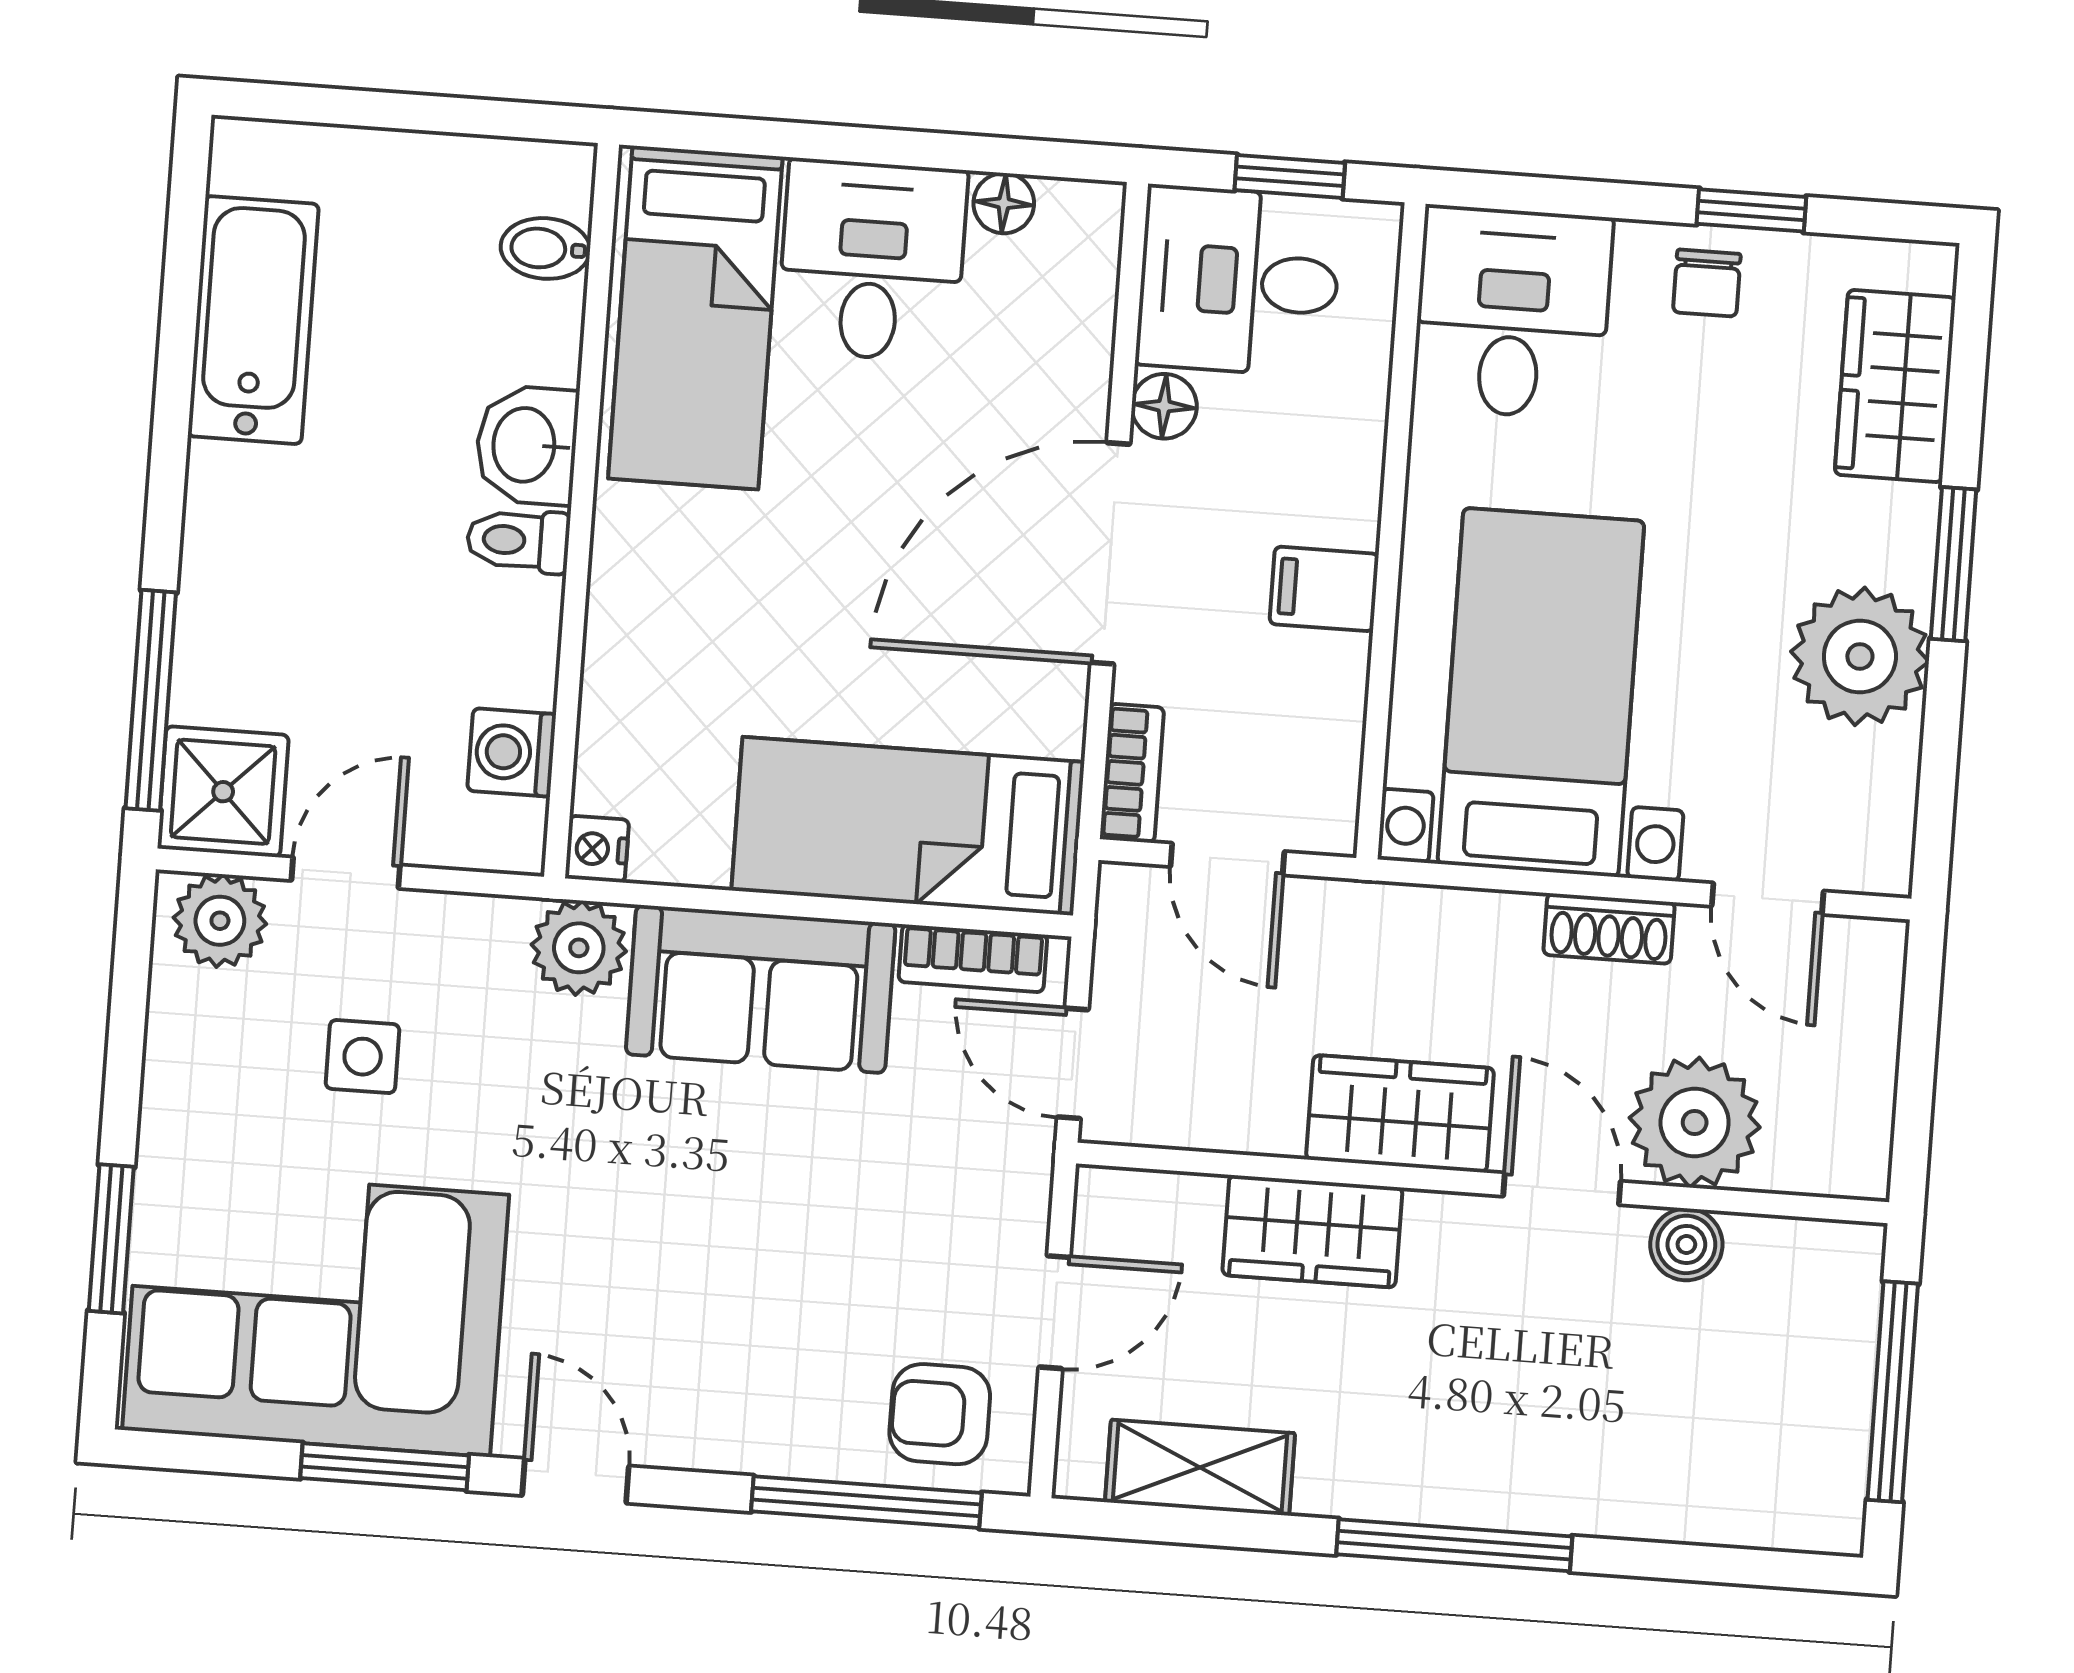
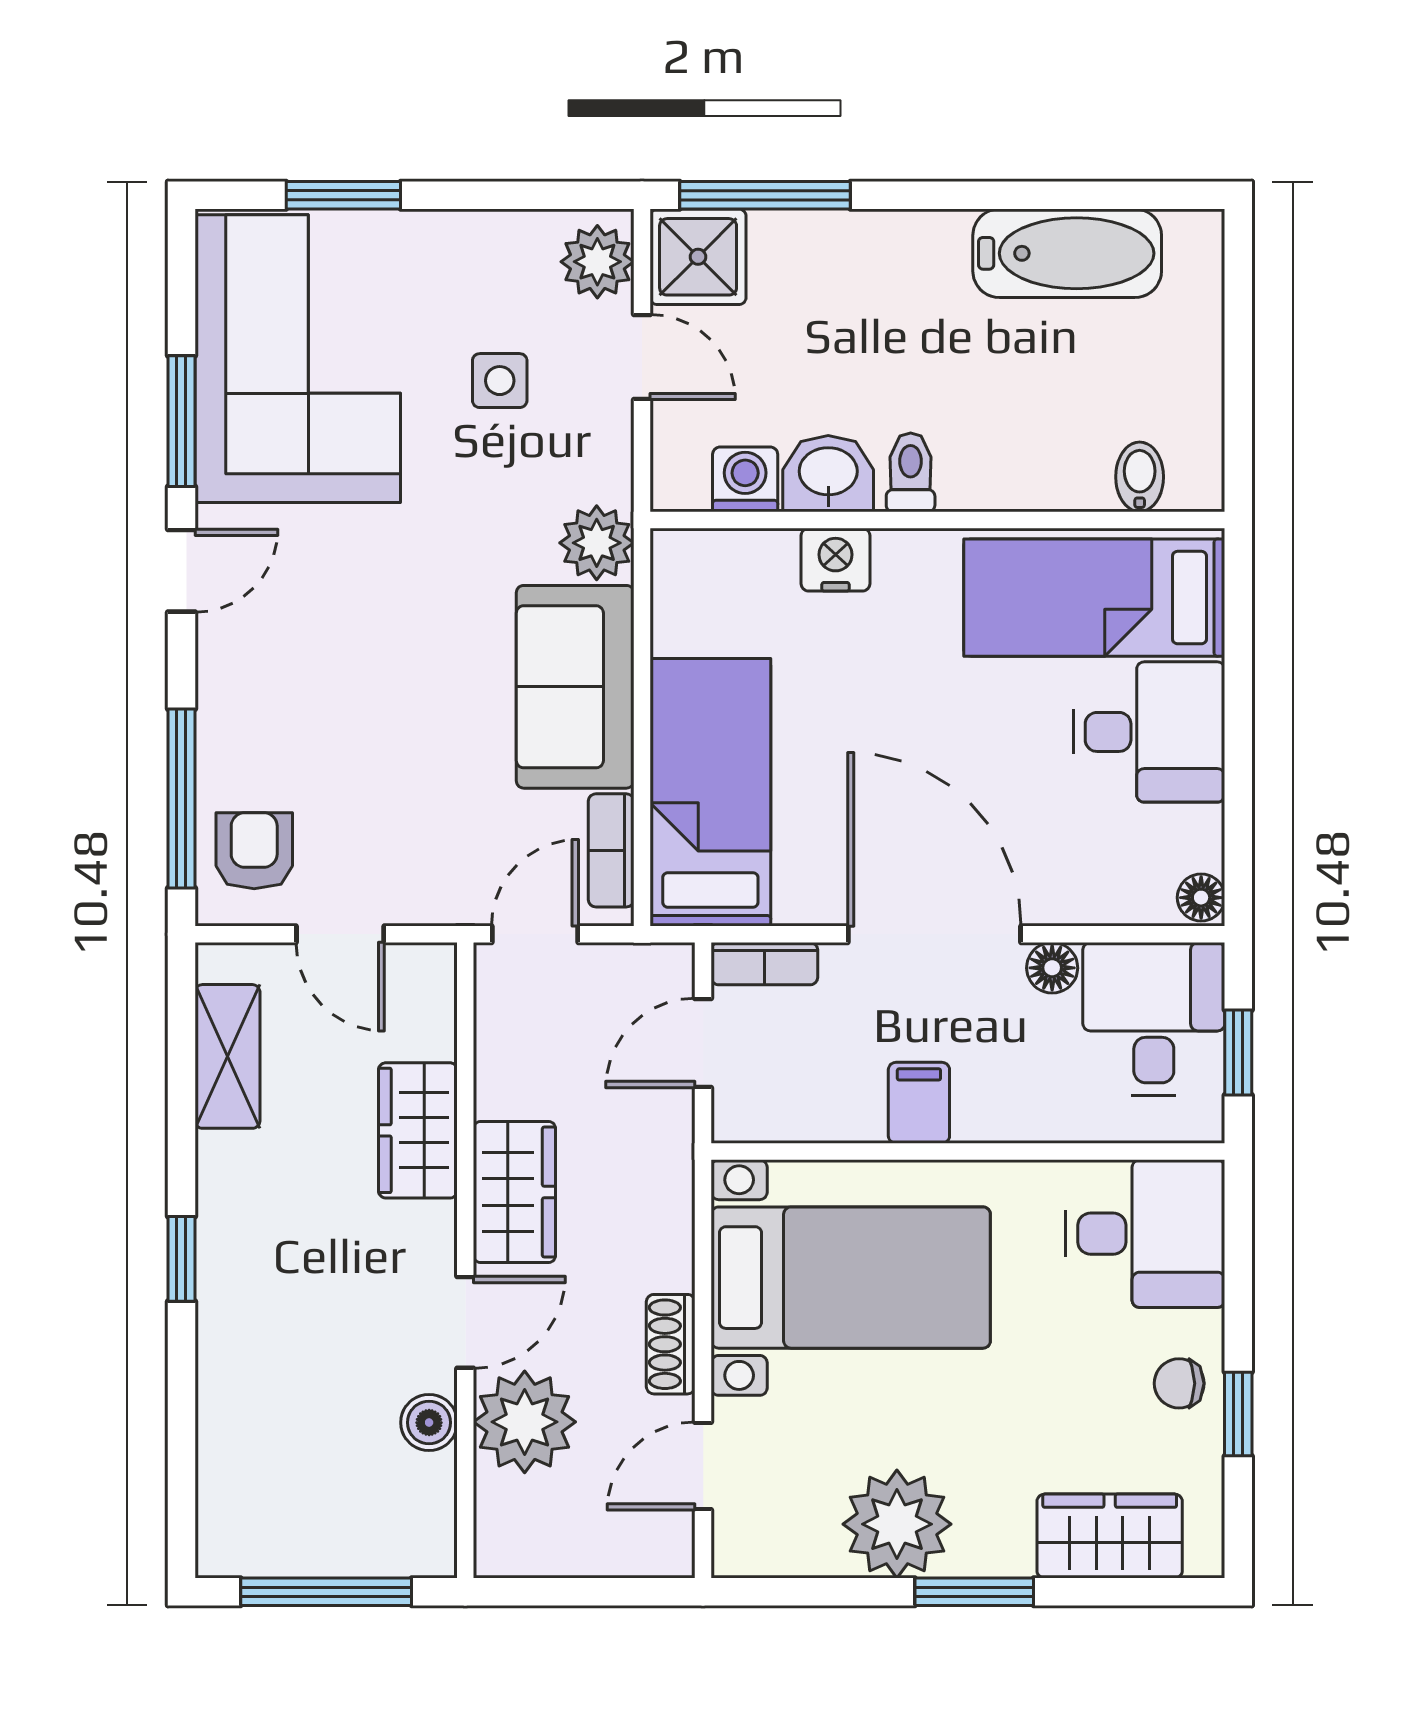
floor lamp: (1004, 203) -> (1201, 898), moved
washbasin: (527, 445) -> (828, 474), moved
nightstand: (597, 849) -> (836, 560), moved, width x1.39, depth x1.35
window: (1454, 1545) -> (181, 1259), width x0.46

